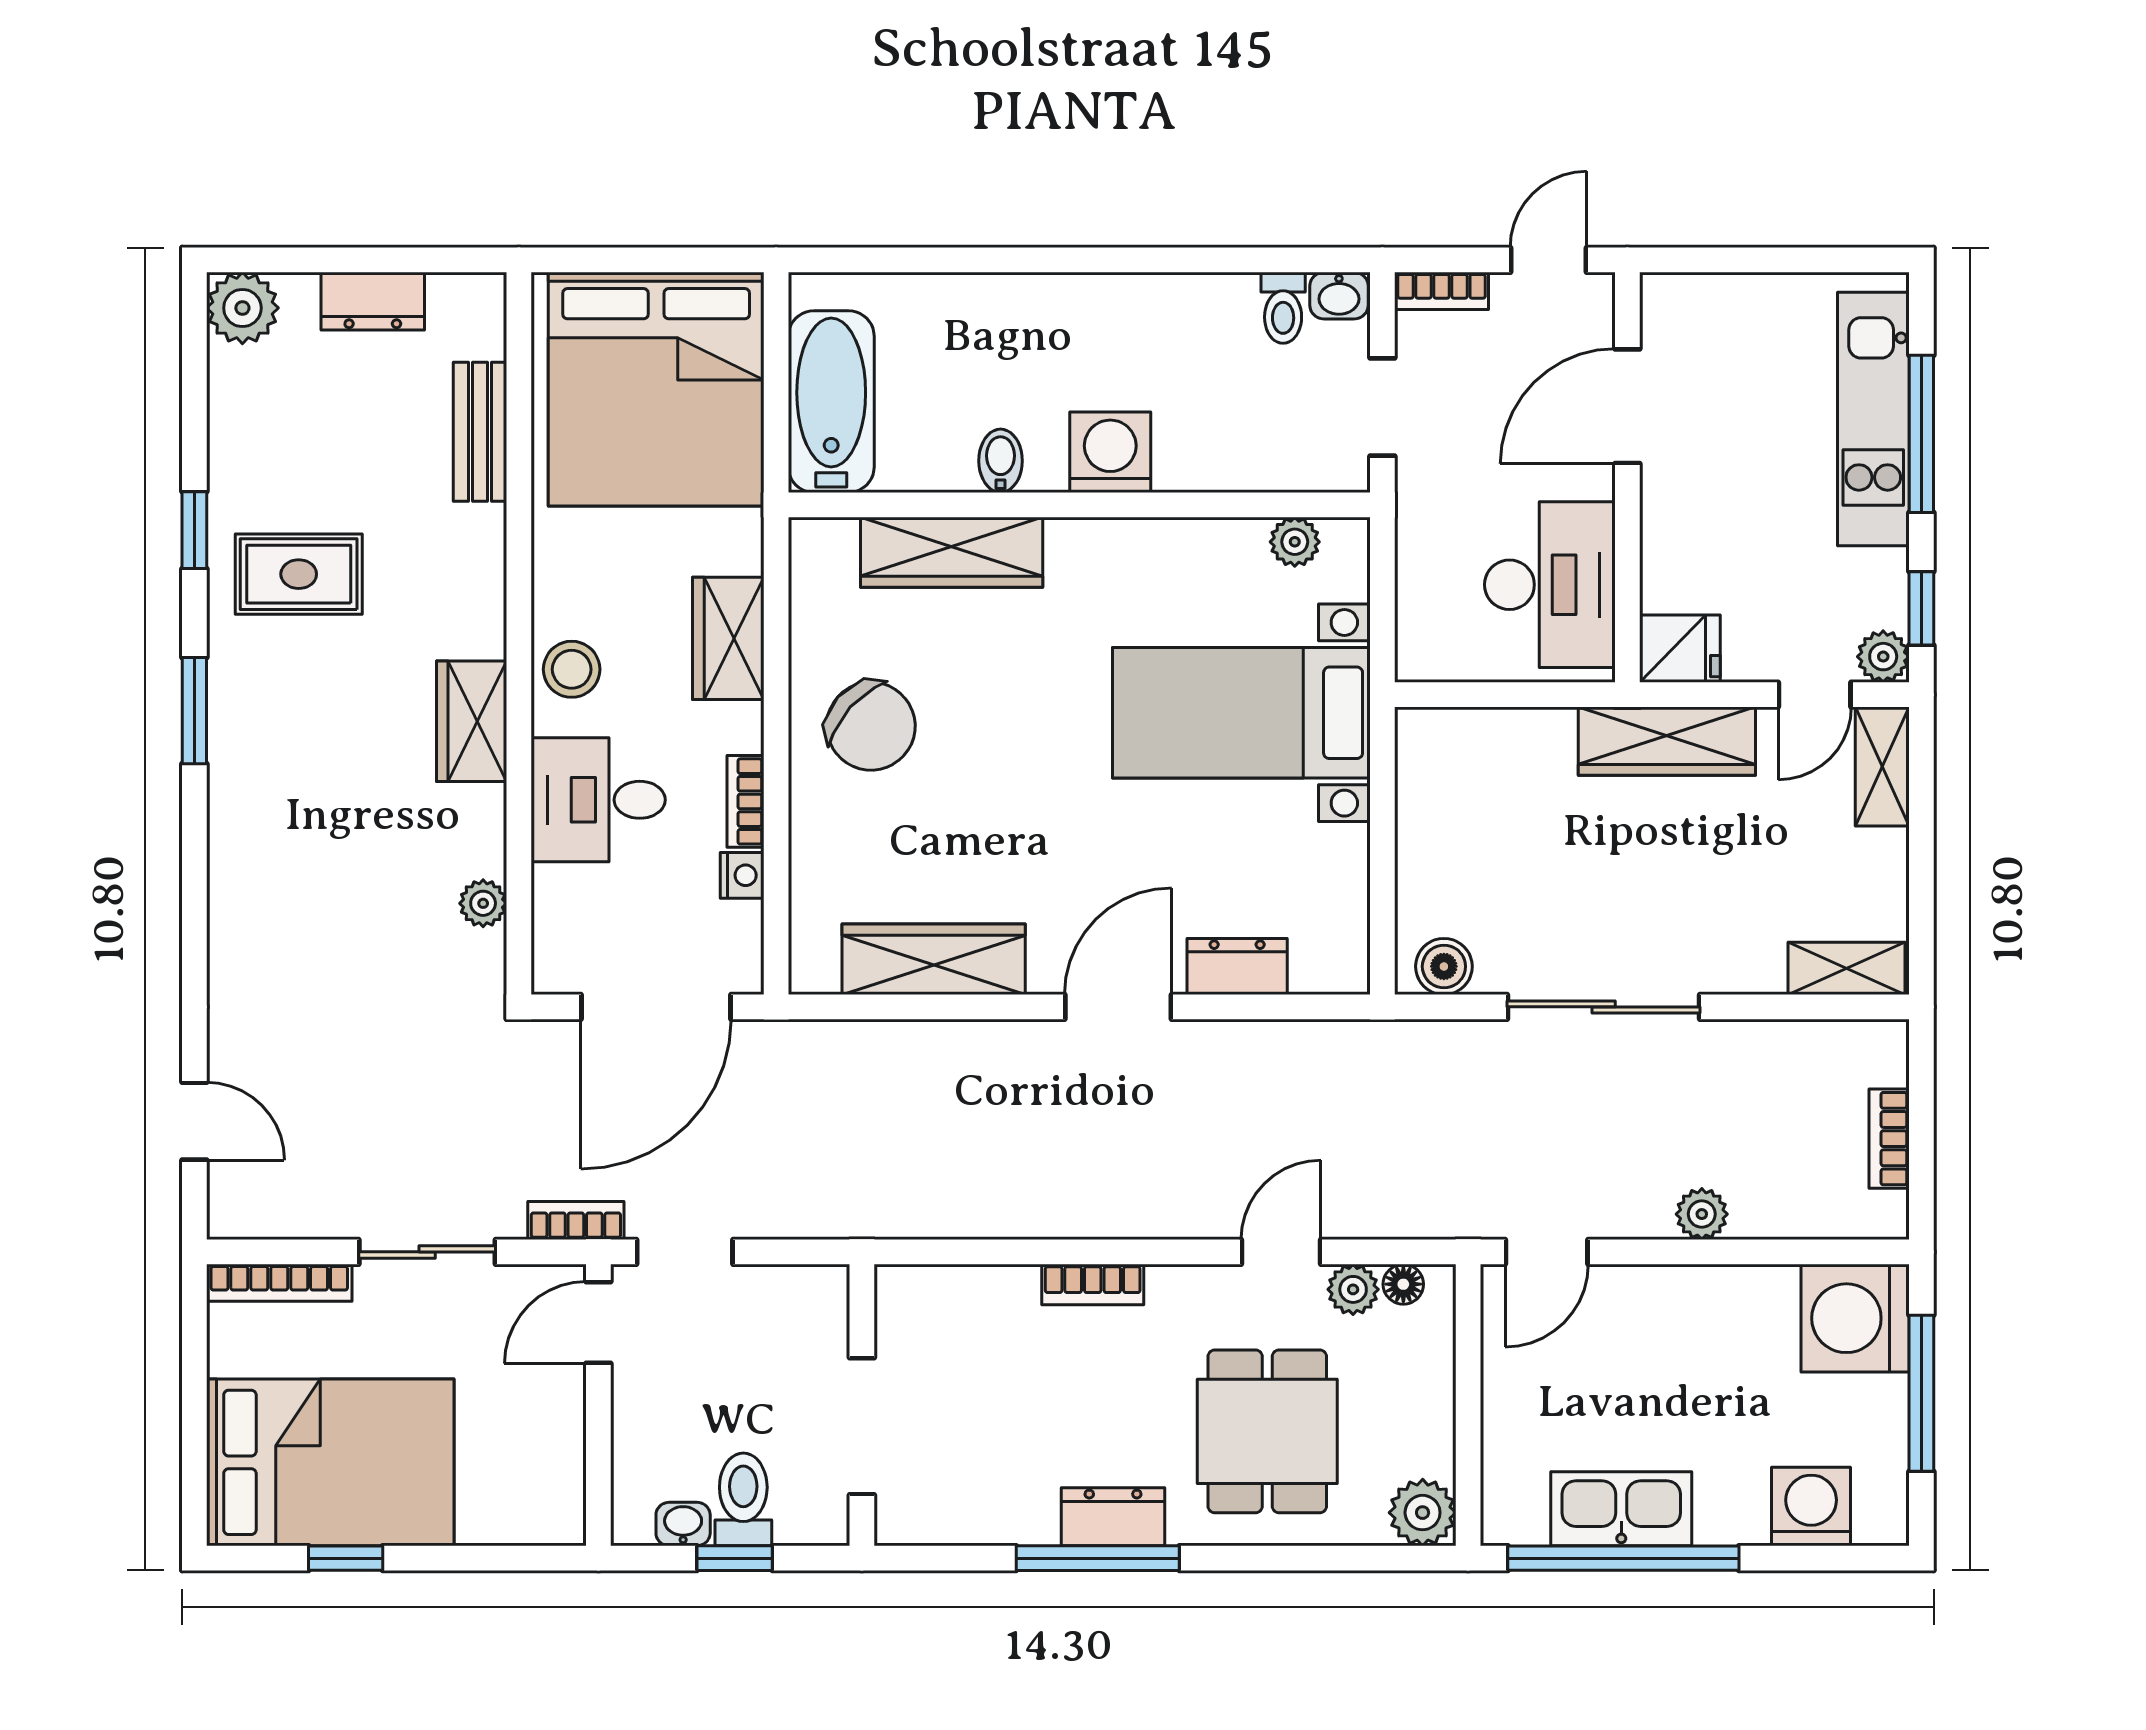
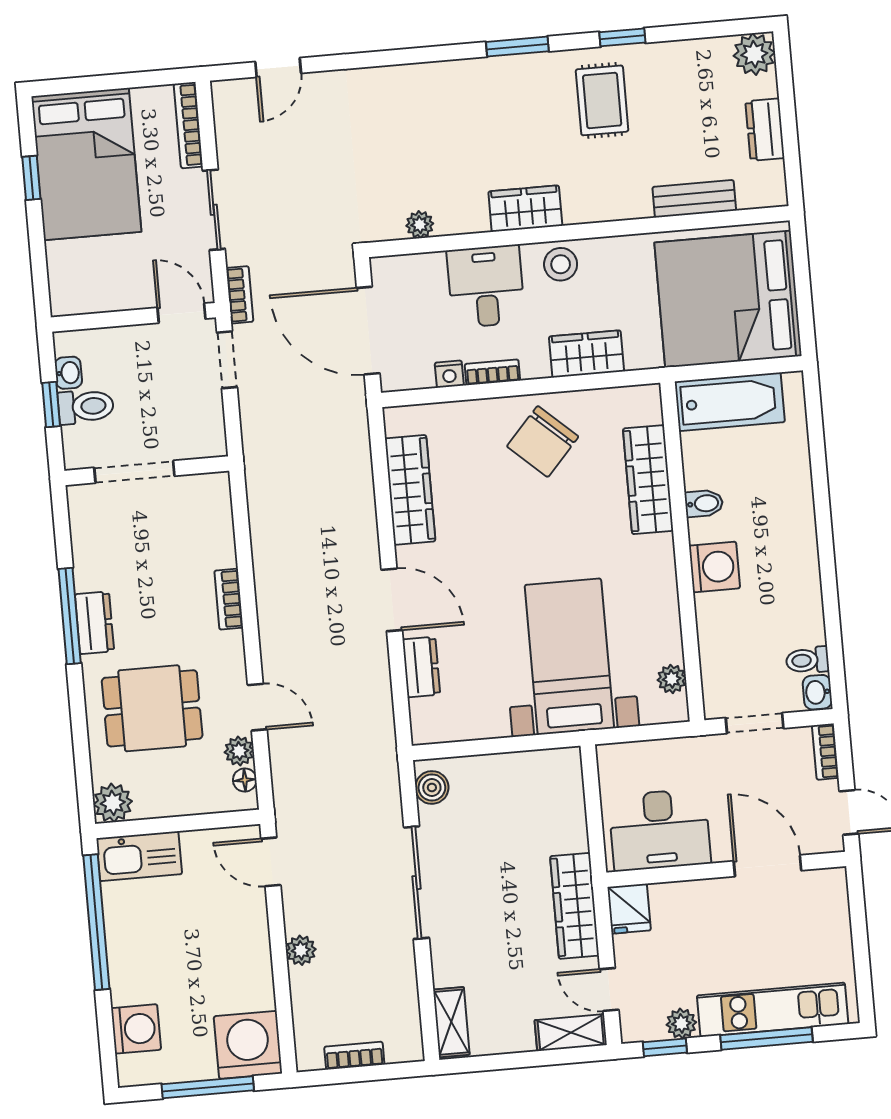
plant: (1883, 657) -> (681, 1024), moved
kitchen sink: (1621, 1509) -> (139, 856), moved, turned 90

